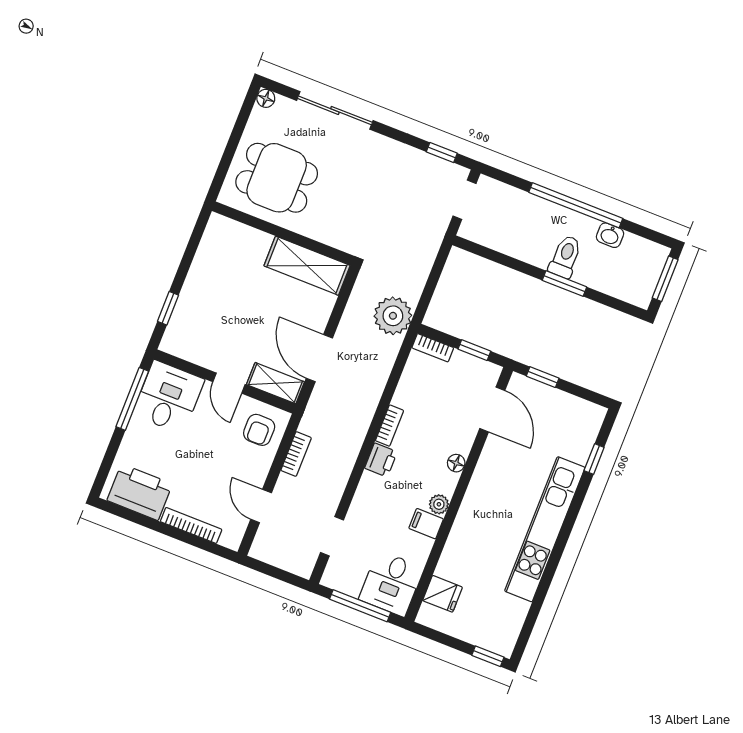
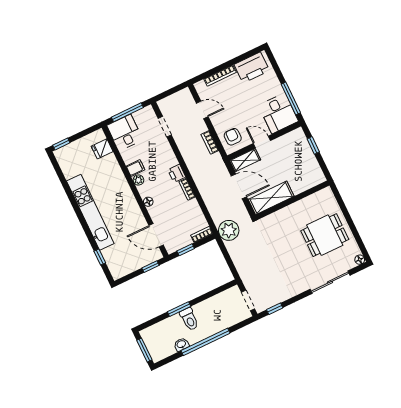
wall: (283, 233) -> (292, 200), moved
shelving: (307, 266) -> (271, 198), moved

